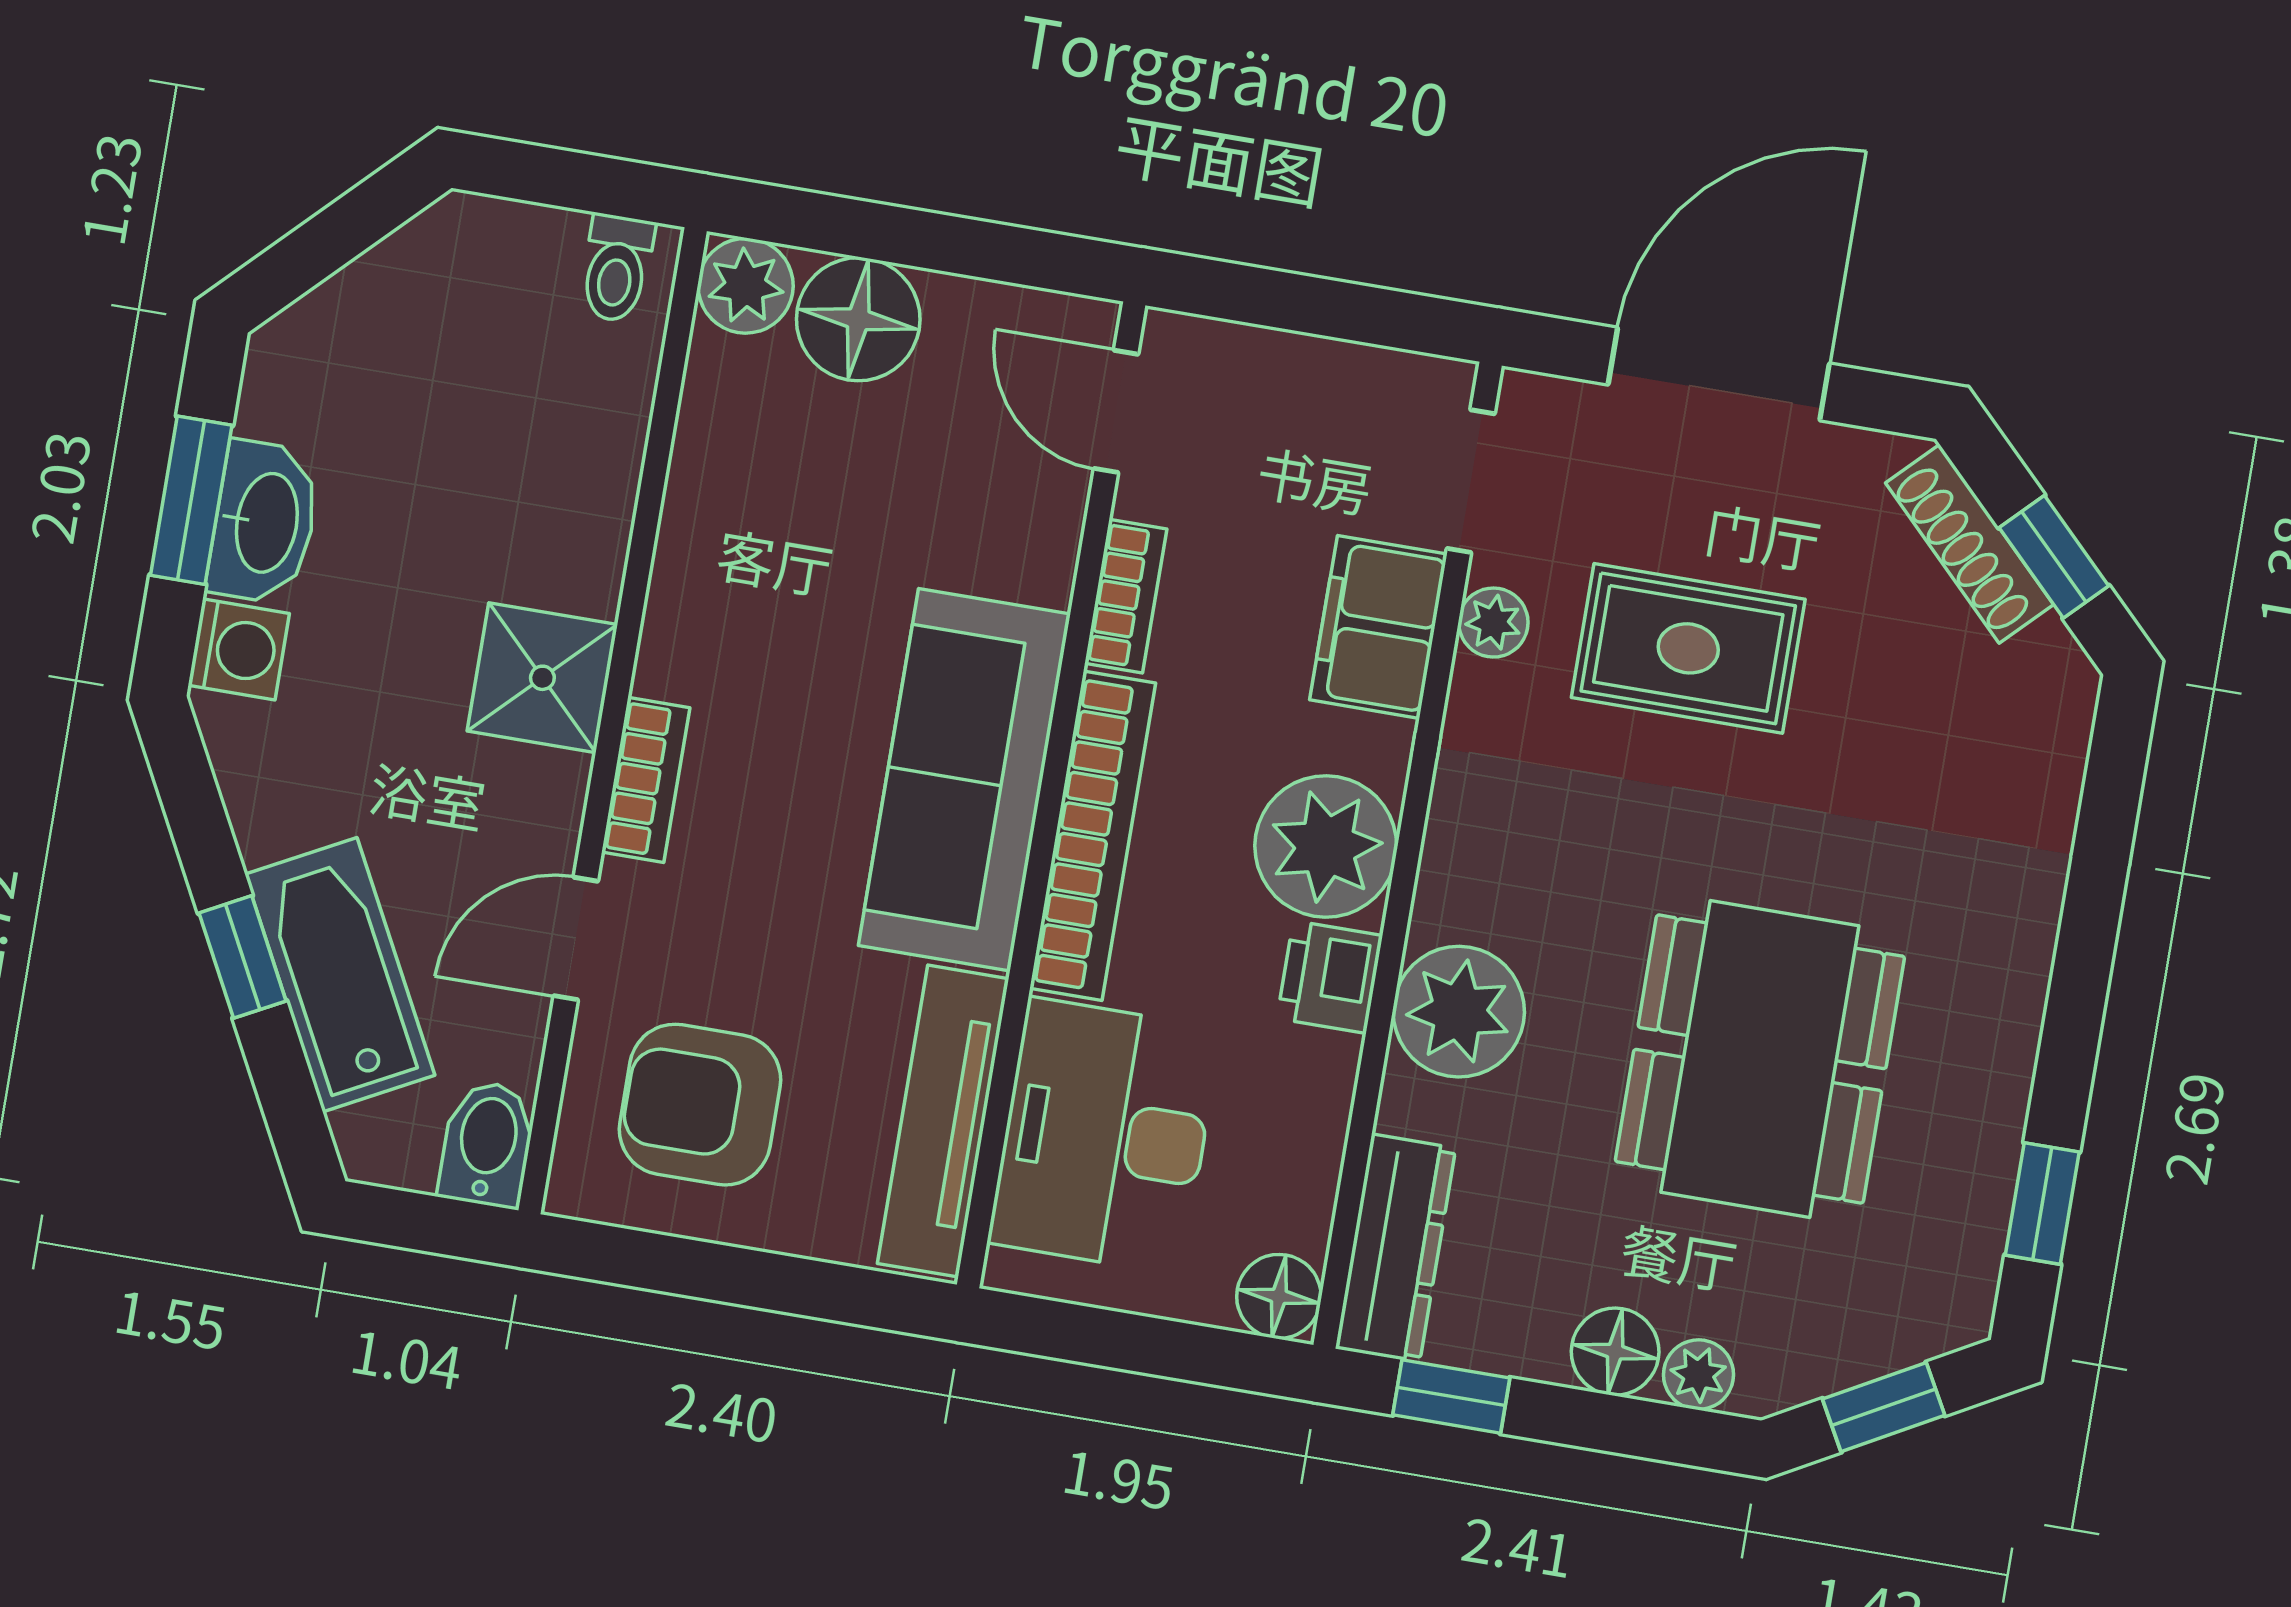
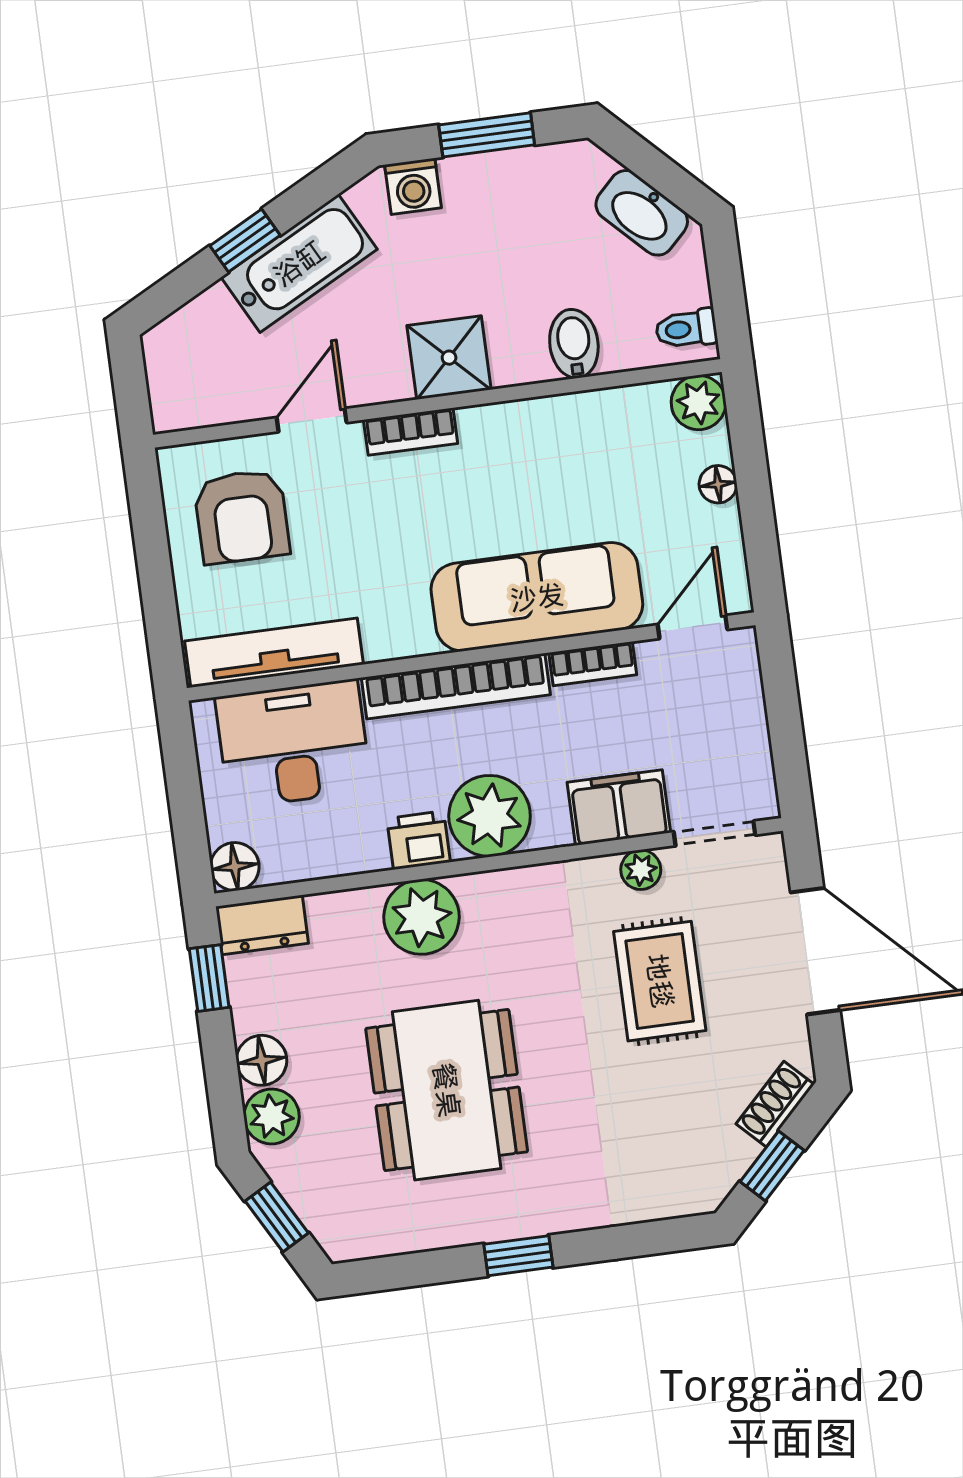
floor lamp: (858, 319) -> (718, 484), width x0.53, depth x0.53
washbasin: (264, 522) -> (642, 213), moved, turned 45
shoe rack: (1970, 544) -> (775, 1104), width x0.70
sofa: (964, 780) -> (537, 597), moved
door: (576, 939) -> (312, 420), hinge flipped
bathtub: (340, 975) -> (299, 263), moved
dining table: (1760, 1059) -> (447, 1090), turned 90
armchair: (700, 1105) -> (242, 516), turned 180
bidet: (487, 1144) -> (574, 344), moved, turned -90
window: (2042, 1203) -> (518, 1256), moved
dresser: (1396, 1248) -> (262, 925), width x0.70
plant: (1699, 1375) -> (272, 1116), width x1.38, depth x1.38

